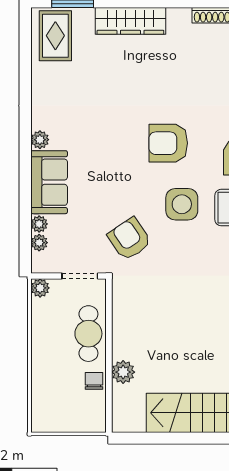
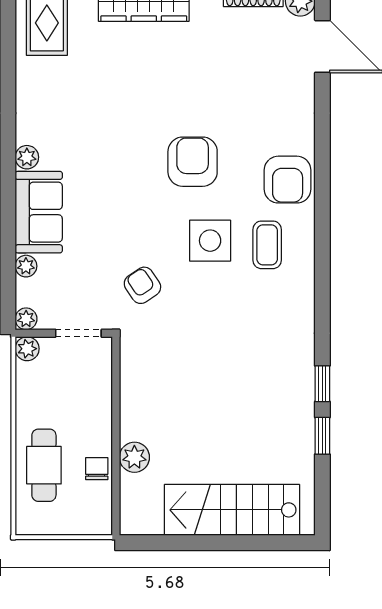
armchair: (168, 143) -> (193, 162), turned 90
armchair: (129, 239) -> (142, 285), width x0.72, depth x0.72
plant: (39, 243) -> (26, 319), moved
cafe table: (88, 334) -> (44, 465), moved

